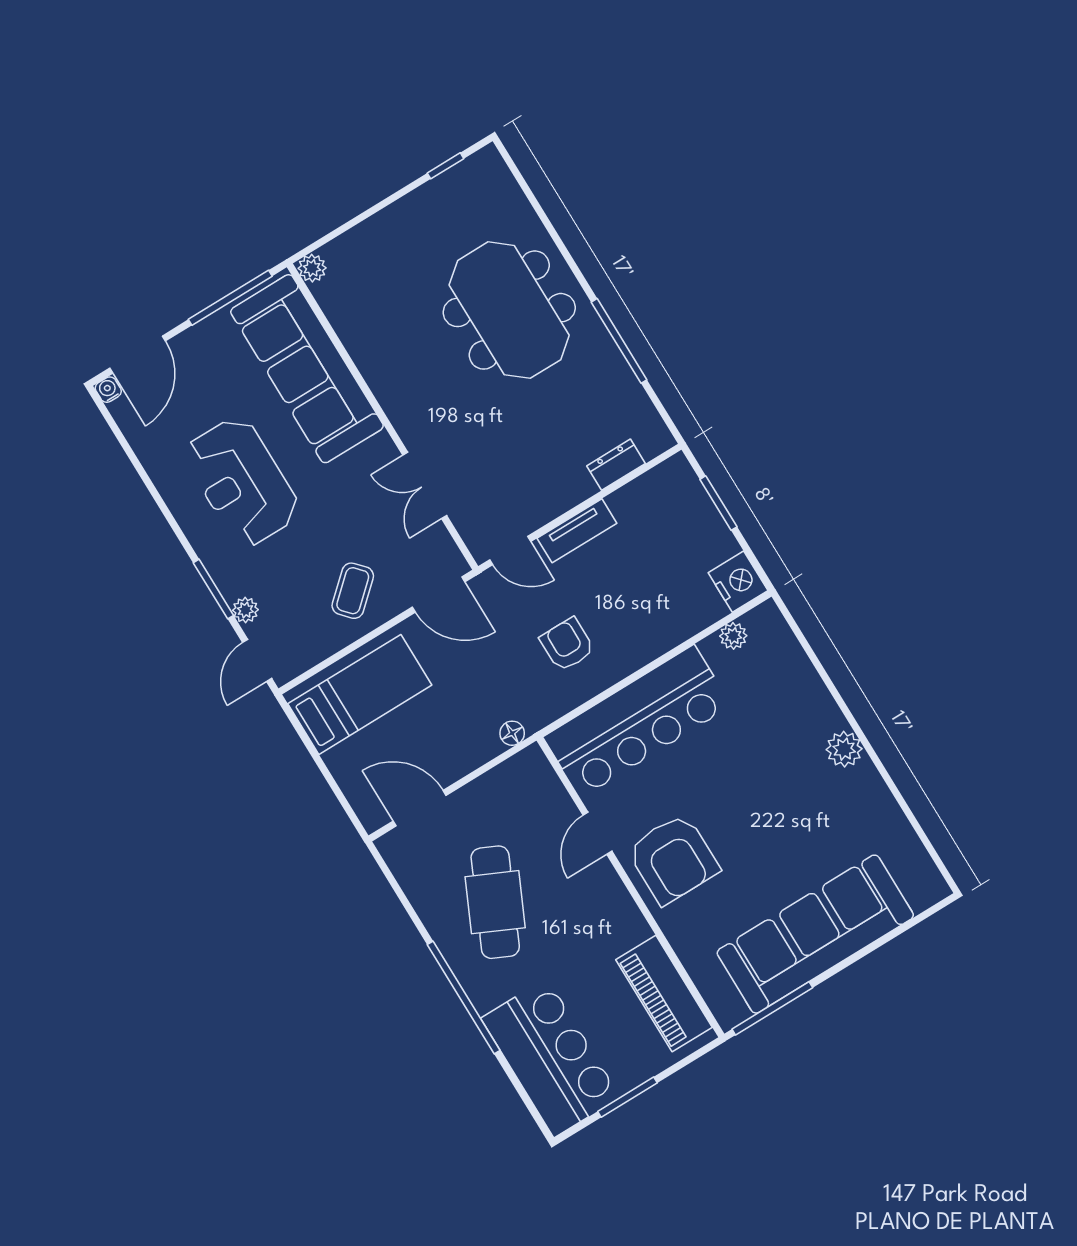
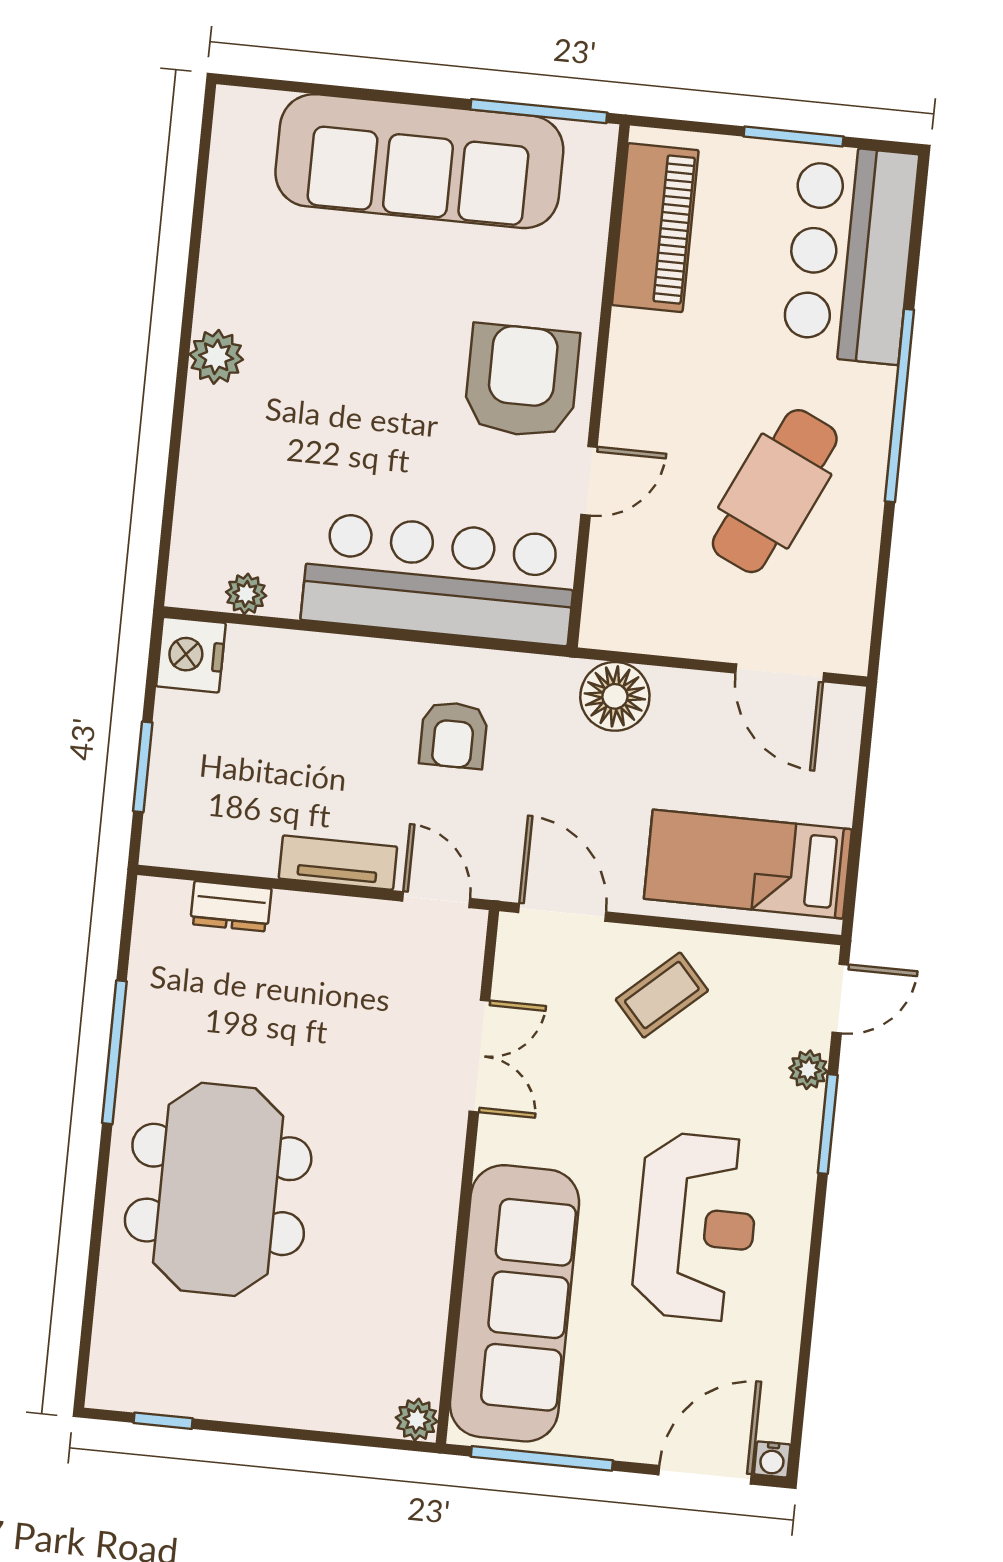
floor lamp: (512, 733) -> (615, 696), width x1.89, depth x1.89

